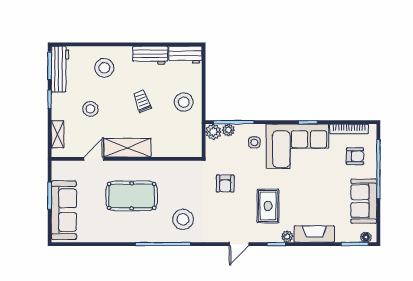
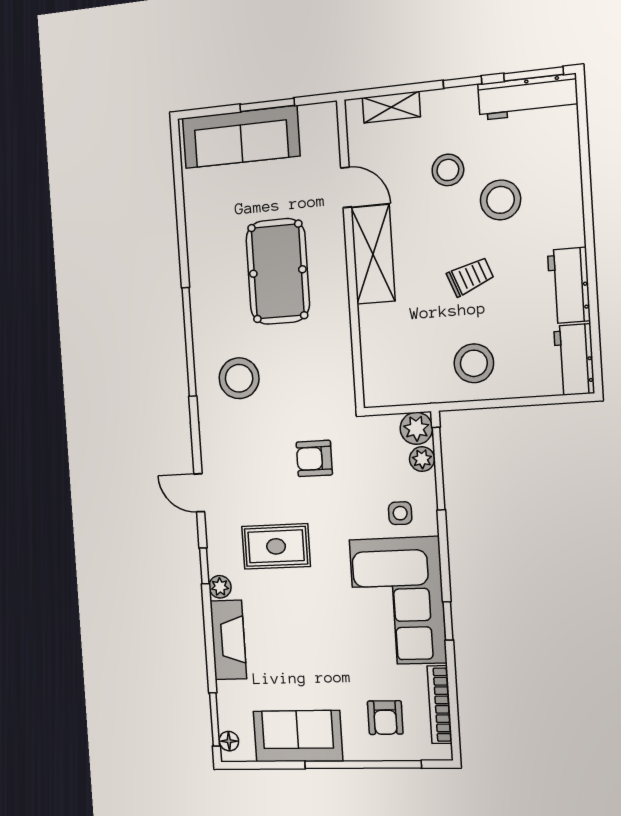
stool: (104, 68) -> (501, 200), moved

